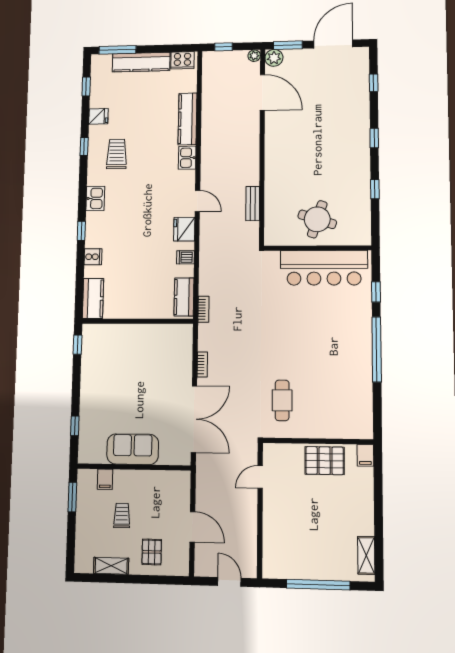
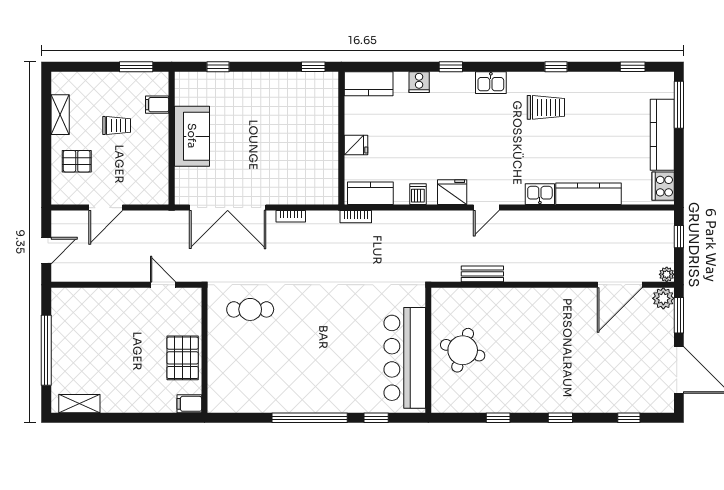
fridge: (98, 116) -> (356, 145), moved, turned -90

